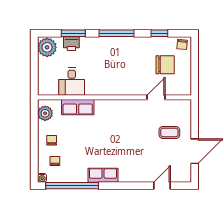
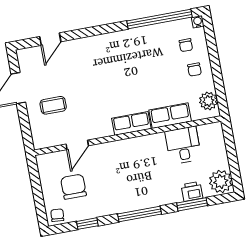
chair: (165, 65) -> (73, 187), turned 90
row of seats: (103, 175) -> (131, 123), moved, turned 180

